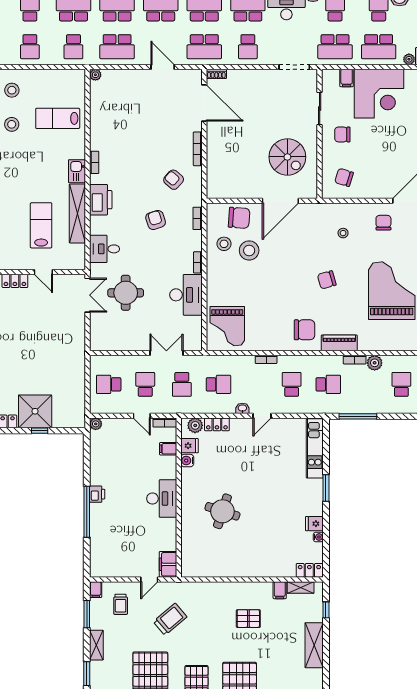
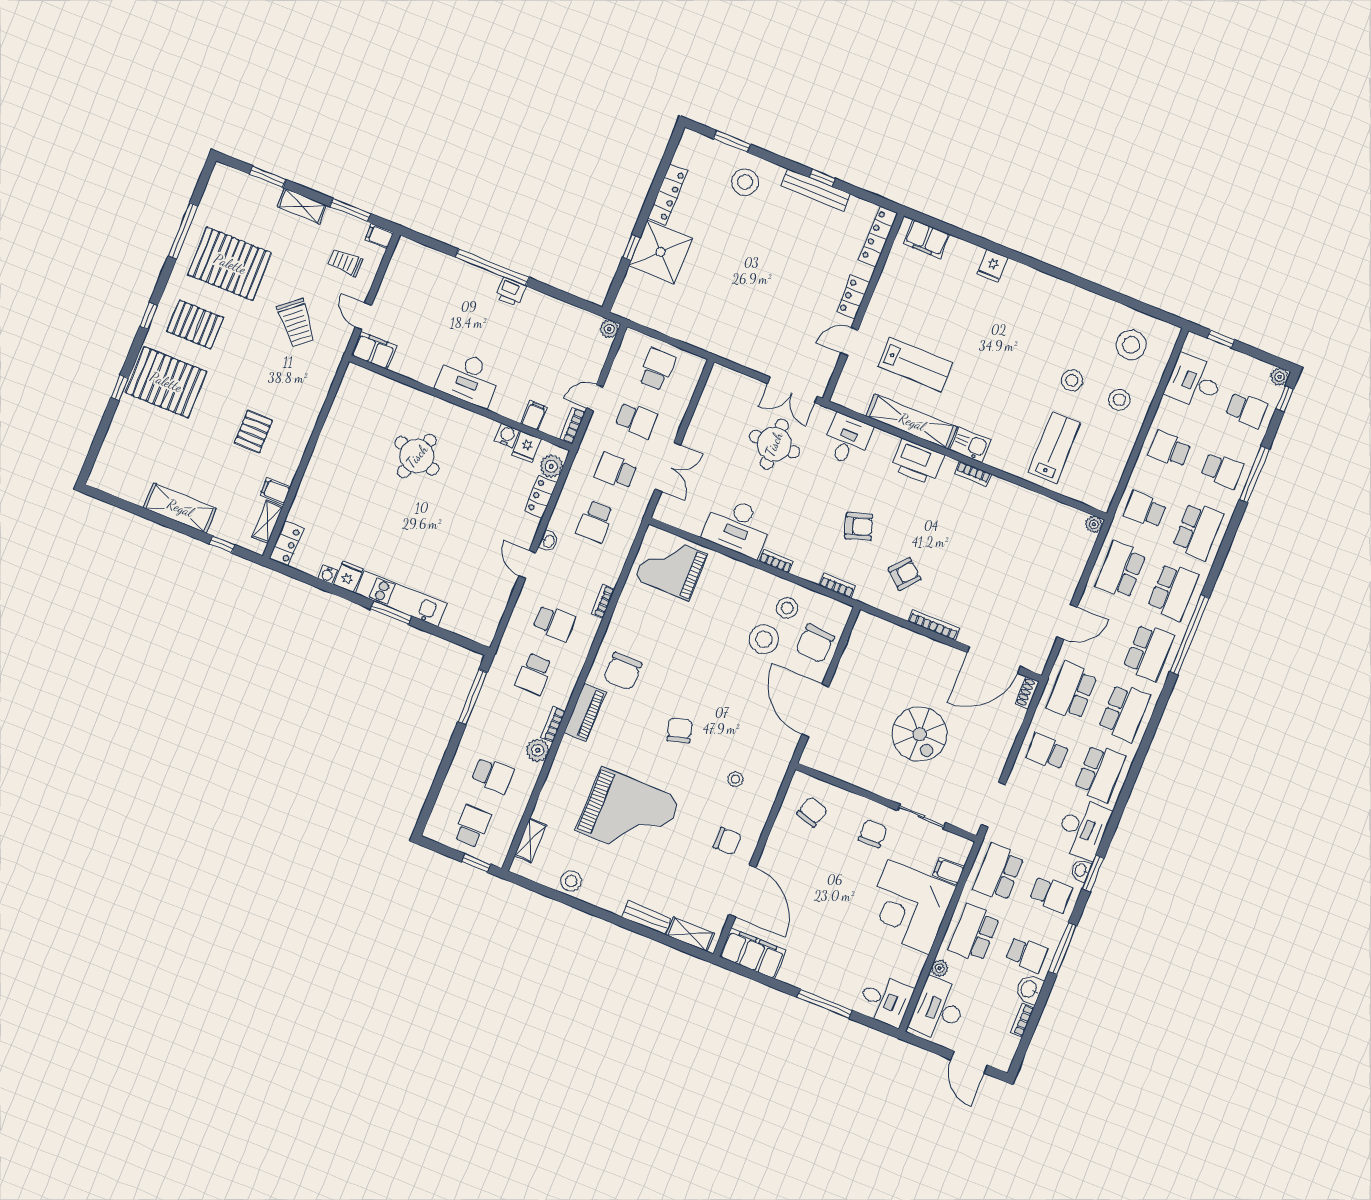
spiral stairs: (287, 157) -> (920, 734), moved, turned -90
kitchen unit: (315, 448) -> (401, 599), moved

